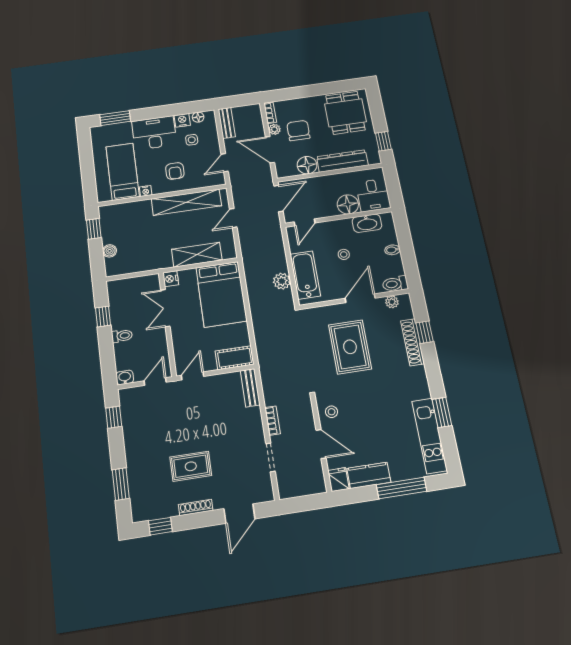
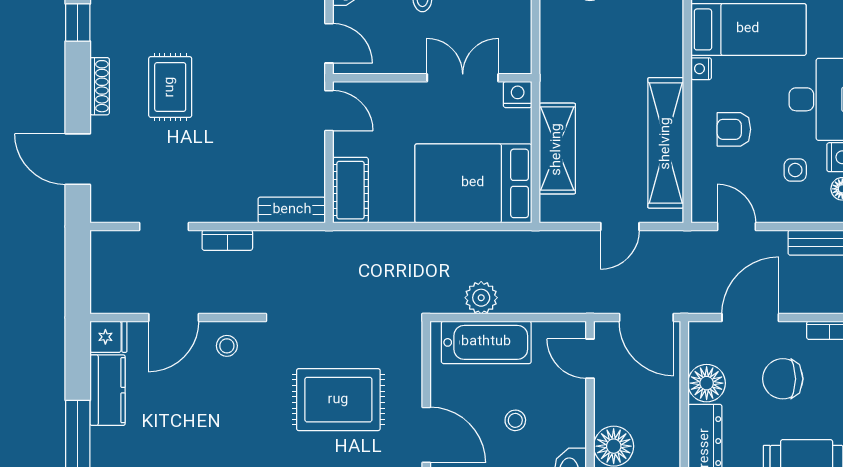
plant: (274, 129) -> (792, 333), removed
chair: (298, 130) -> (783, 379), turned 180
door: (233, 218) -> (620, 227), swing flipped

